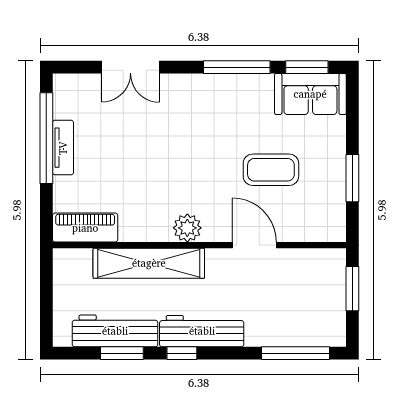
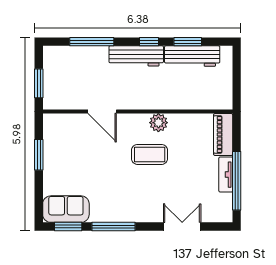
coffee table: (271, 170) -> (150, 154), moved
piano: (85, 228) -> (223, 134), moved, turned 90
plant: (187, 228) -> (158, 123), moved
shelving: (149, 263) -> (170, 100), removed
window: (295, 353) -> (92, 42), moved

